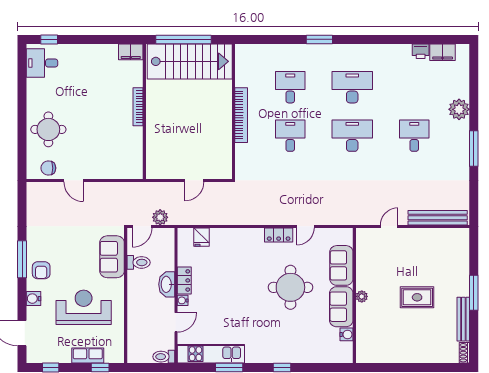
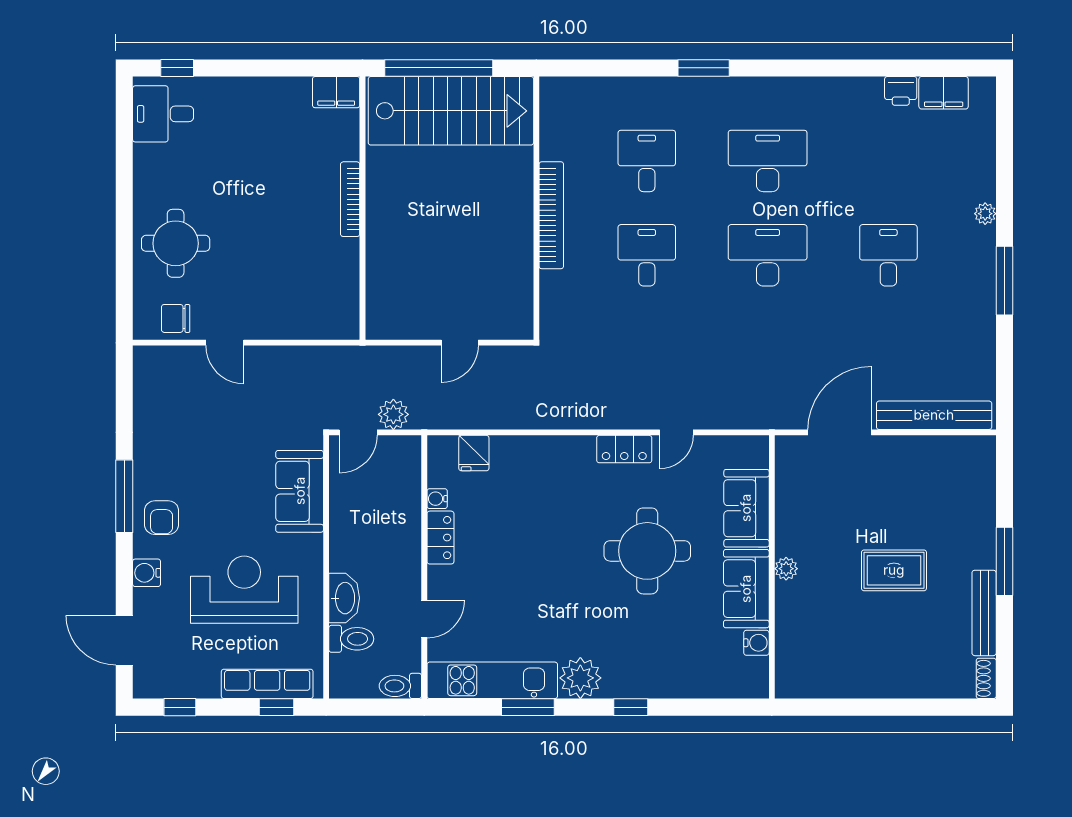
plant: (459, 109) -> (985, 214), width x0.53, depth x0.53
door: (389, 226) -> (840, 432), width x1.87
toilet: (139, 262) -> (351, 639), moved
washbasin: (167, 284) -> (344, 598), moved, turned 180
water cooler: (183, 300) -> (437, 499), moved
plant: (256, 353) -> (580, 678), added
row of seats: (88, 356) -> (267, 684), width x1.48

